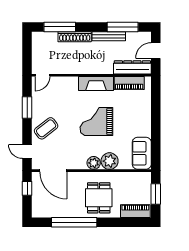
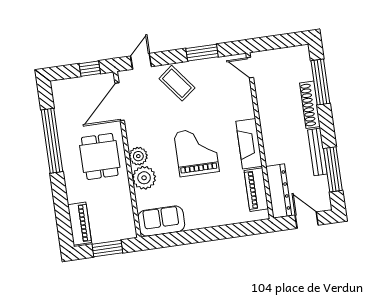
dining table: (99, 198) -> (100, 156), moved, turned 90

